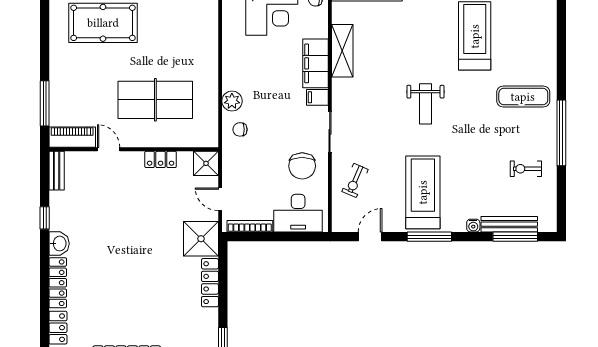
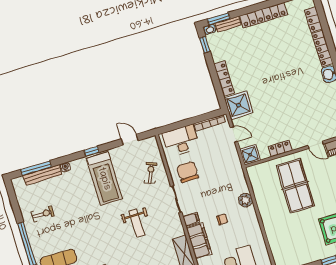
table tennis table: (155, 100) -> (295, 186), turned 90
weight bench: (425, 104) -> (137, 223), moved, turned 180
chair: (240, 129) -> (222, 219), moved
door: (370, 237) -> (130, 140), swing flipped
window: (429, 237) -> (92, 151), width x0.46

